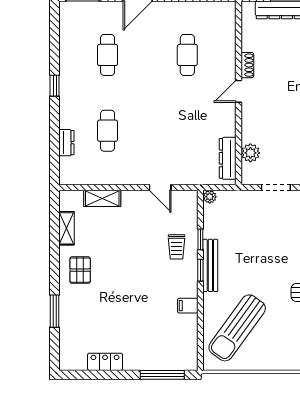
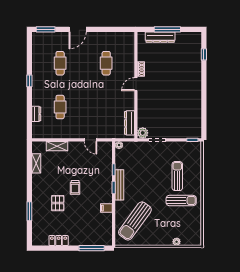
plant: (250, 153) -> (143, 133), moved
trolley: (177, 247) -> (75, 187), moved
pallet: (80, 270) -> (58, 203), moved

